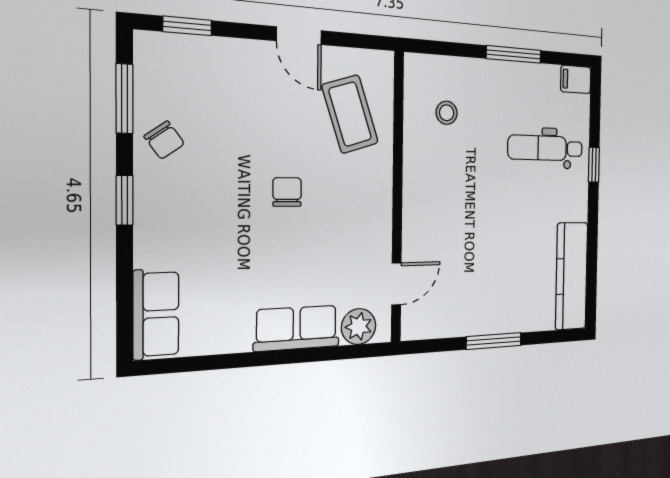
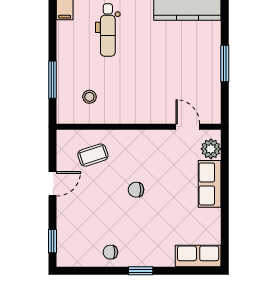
window: (514, 54) -> (53, 80), moved
window: (124, 99) -> (91, 271), removed
coffee table: (350, 114) -> (93, 155), width x0.73, depth x0.77
chair: (164, 140) -> (110, 252), turned -144

